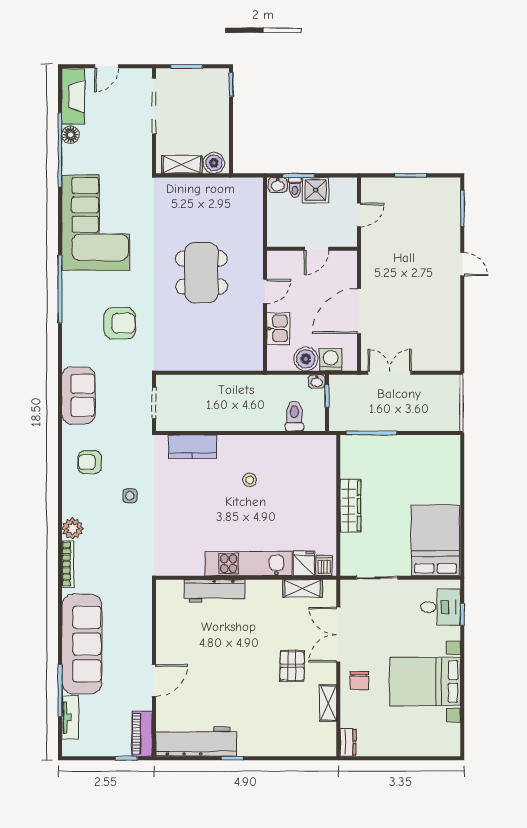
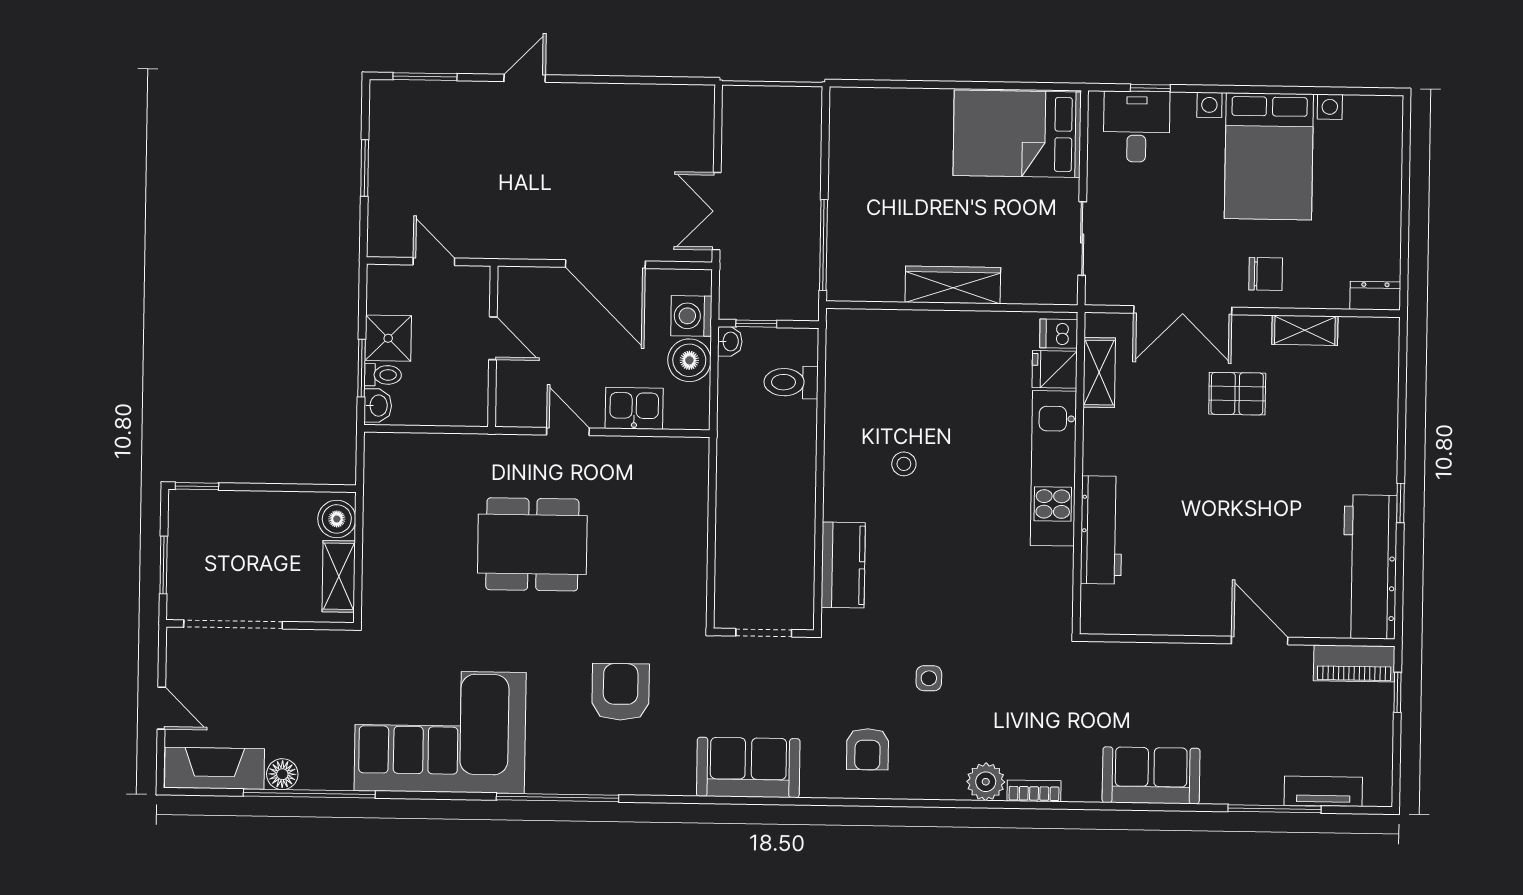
bookcase: (68, 564) -> (1034, 791), width x0.64
sofa: (82, 644) -> (1151, 775), width x0.54, depth x0.79

